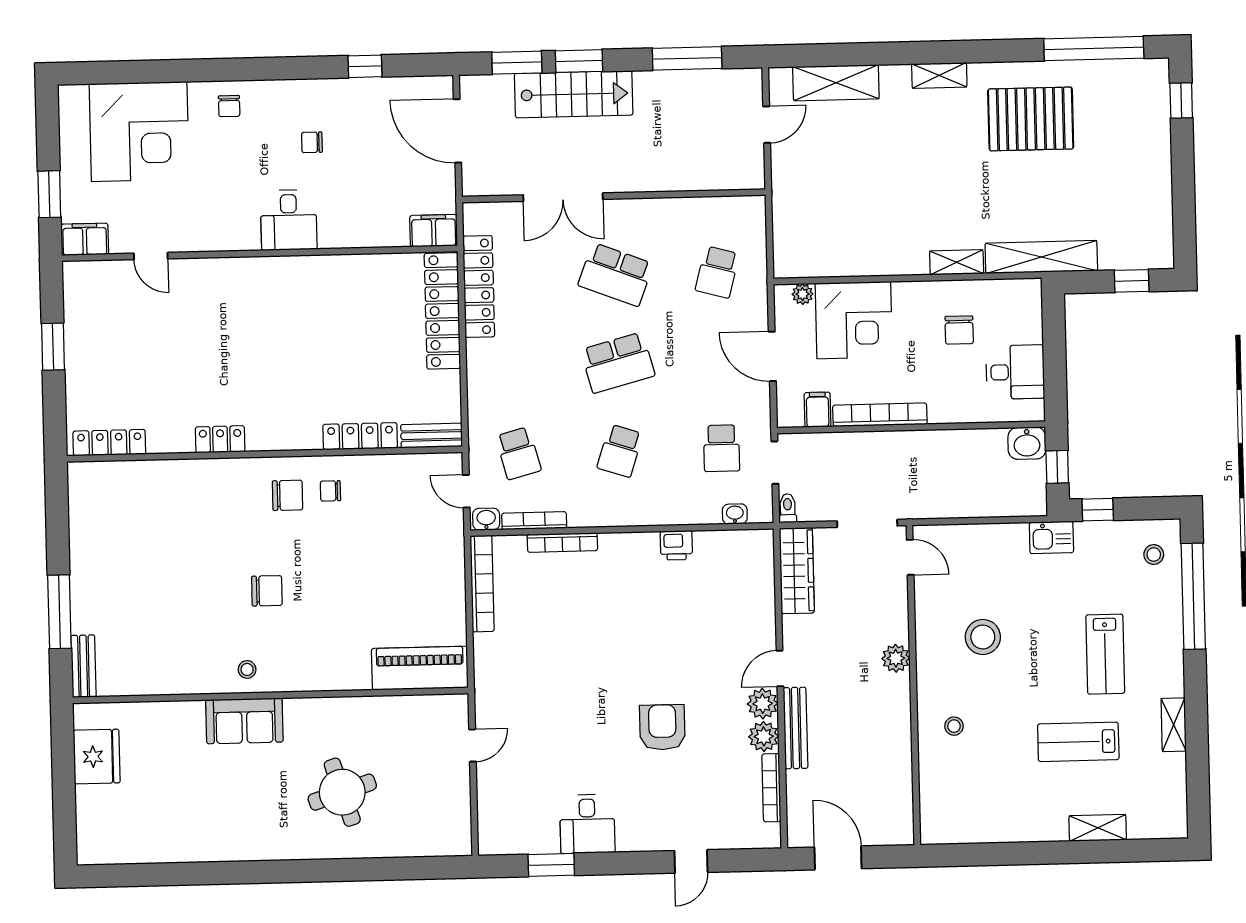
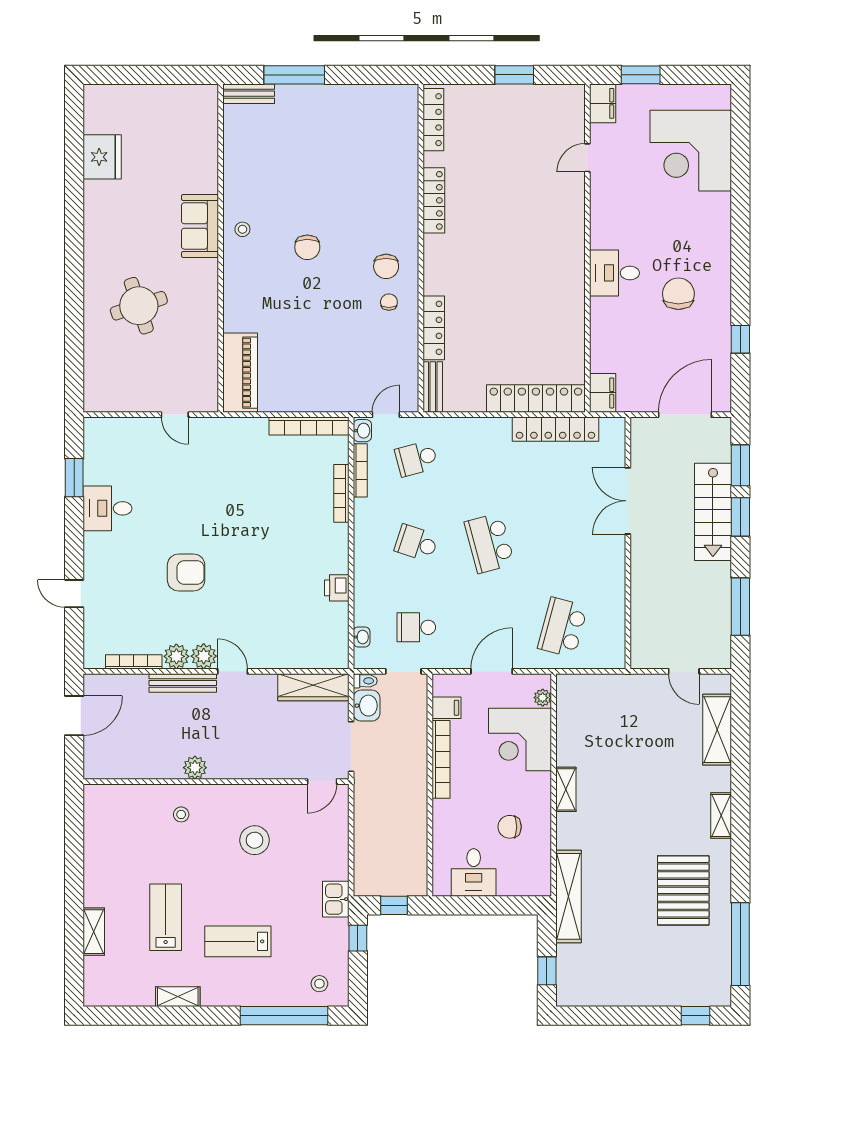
chair: (229, 106) -> (710, 226), removed
chair: (312, 142) -> (678, 294), width x1.87, depth x1.87
shelving: (957, 262) -> (566, 789), moved
school desk: (717, 272) -> (563, 627), width x1.85
school desk: (616, 275) -> (563, 543), removed
locker: (220, 439) -> (434, 200), width x1.53
washbasin: (1027, 443) -> (367, 706), moved, turned 180
plant: (896, 658) -> (195, 768), moved
fridge: (97, 757) -> (102, 157), moved, turned -90

